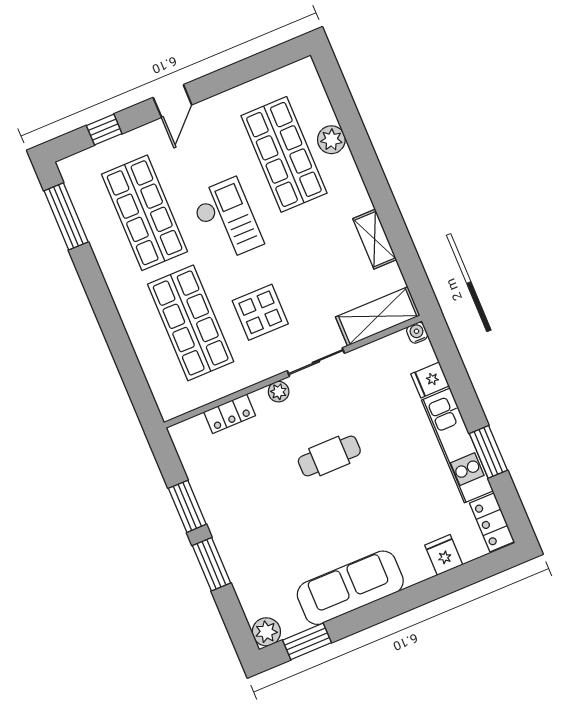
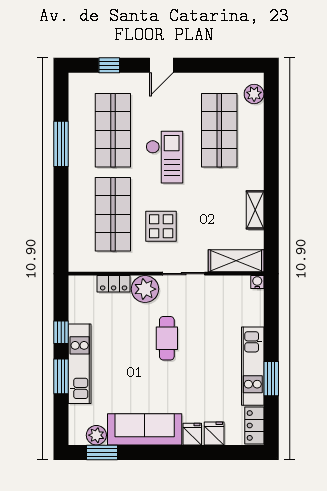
plant: (331, 140) -> (254, 94), moved
window: (66, 216) -> (61, 144), moved
fridge: (430, 380) -> (192, 434), moved, turned 90
plant: (279, 392) -> (145, 289), width x1.88, depth x1.88
cafe table: (329, 456) -> (167, 338), turned 90
window: (187, 506) -> (61, 332), width x0.67
kitchen unit: (229, 537) -> (80, 364), added
plant: (266, 632) -> (96, 435), moved

